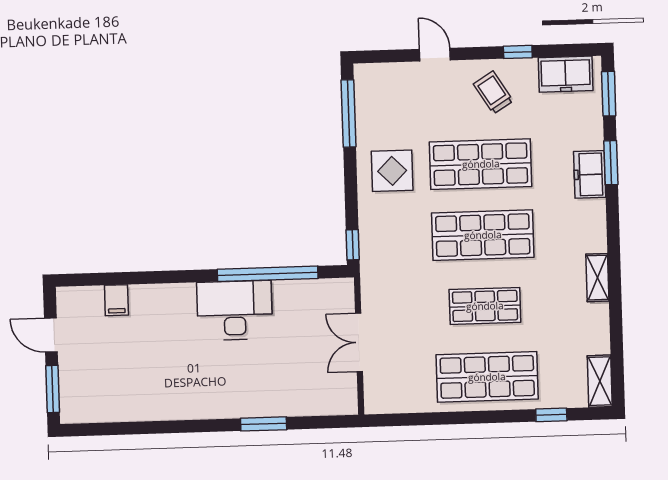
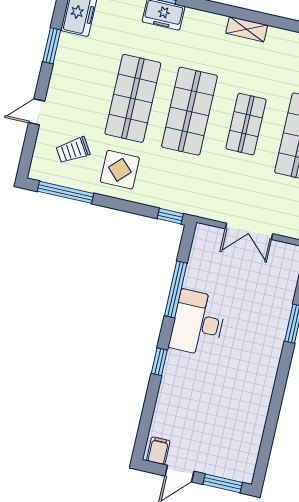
window: (518, 52) -> (52, 46), width x1.50
trolley: (493, 93) -> (73, 150), moved
window: (268, 274) -> (176, 289), width x0.68
window: (177, 277) -> (159, 362), added
filing cabinet: (116, 300) -> (158, 451), moved, turned -90

